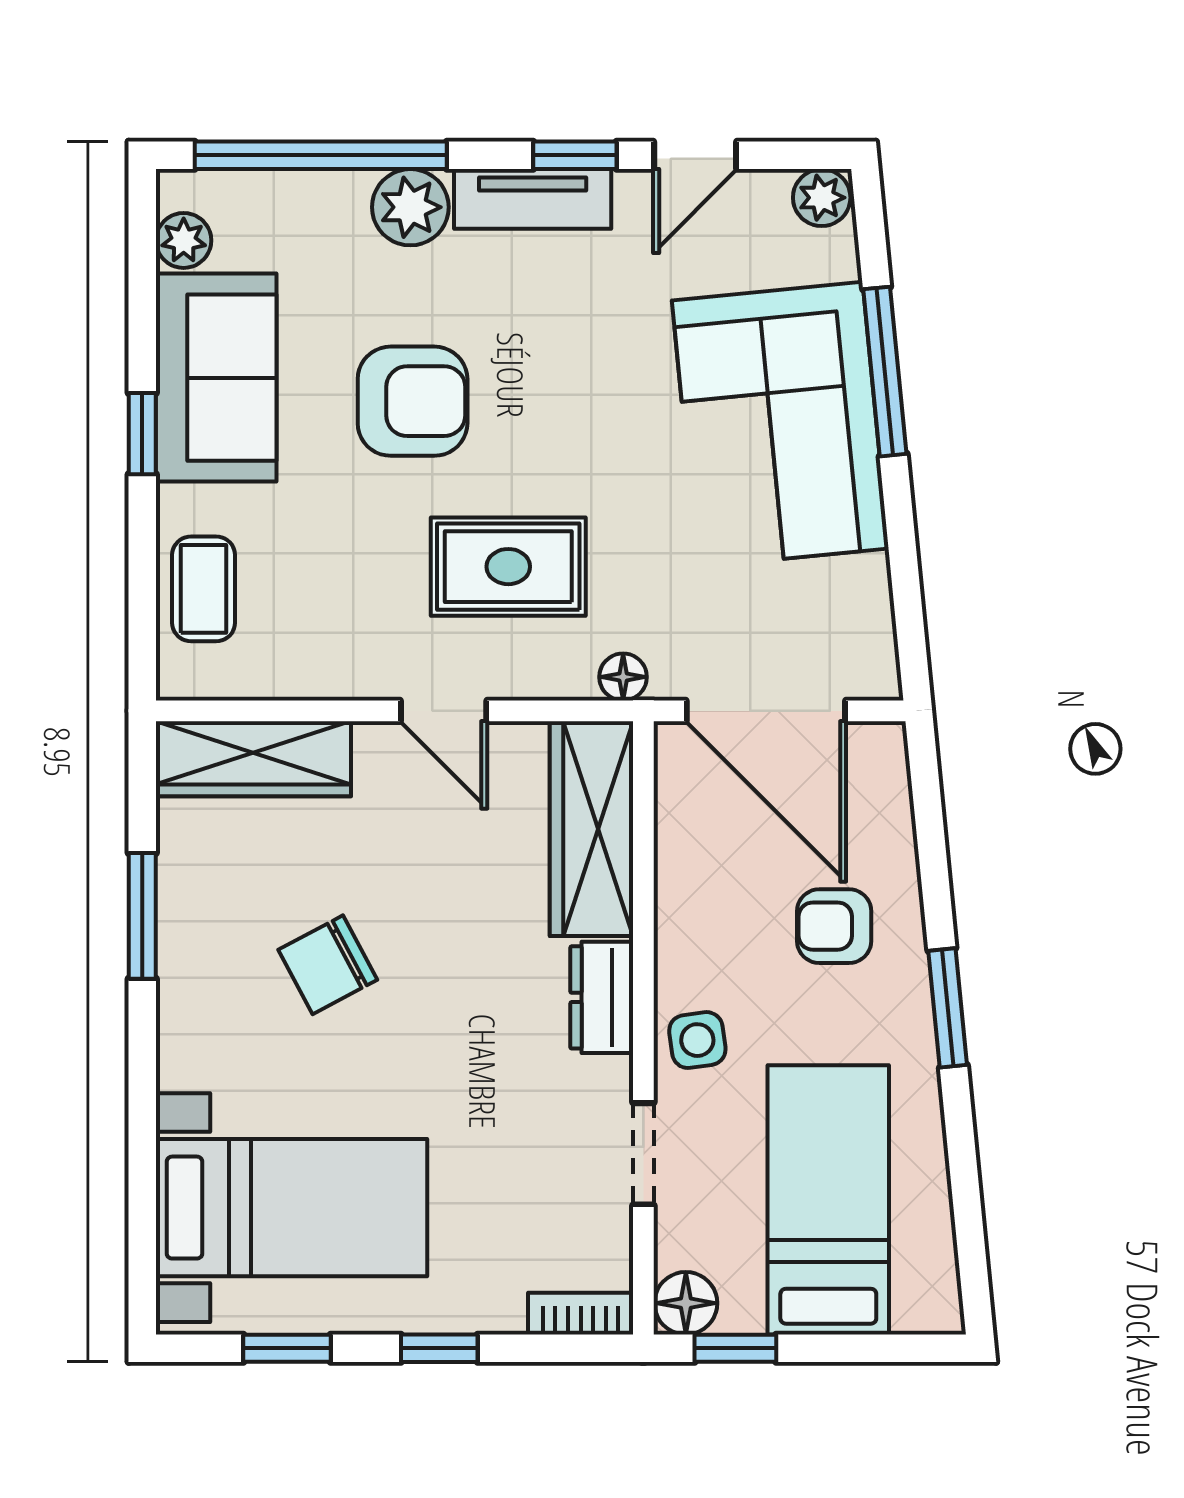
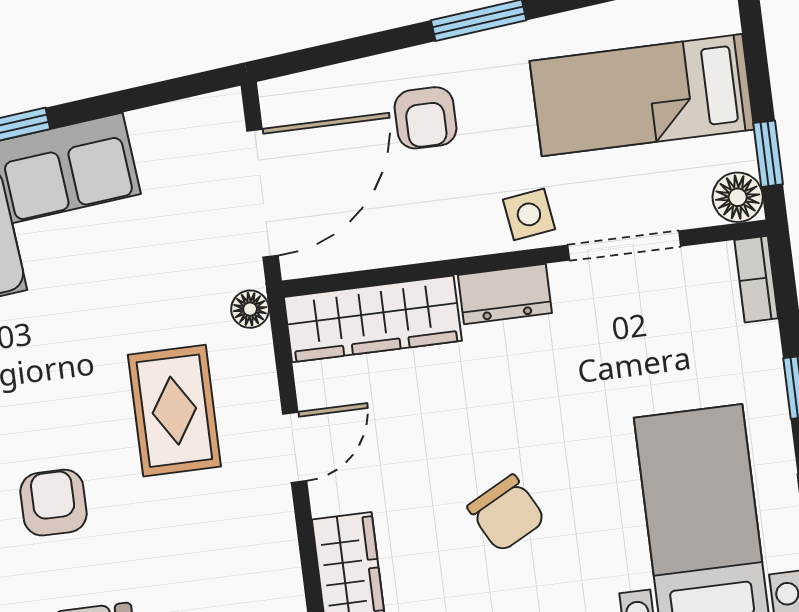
armchair: (413, 401) -> (53, 503), width x0.72, depth x0.72
doorway: (643, 1154) -> (624, 246), width x1.38

